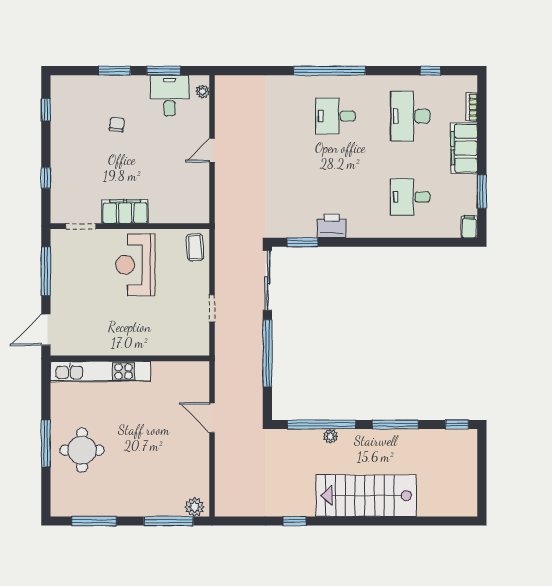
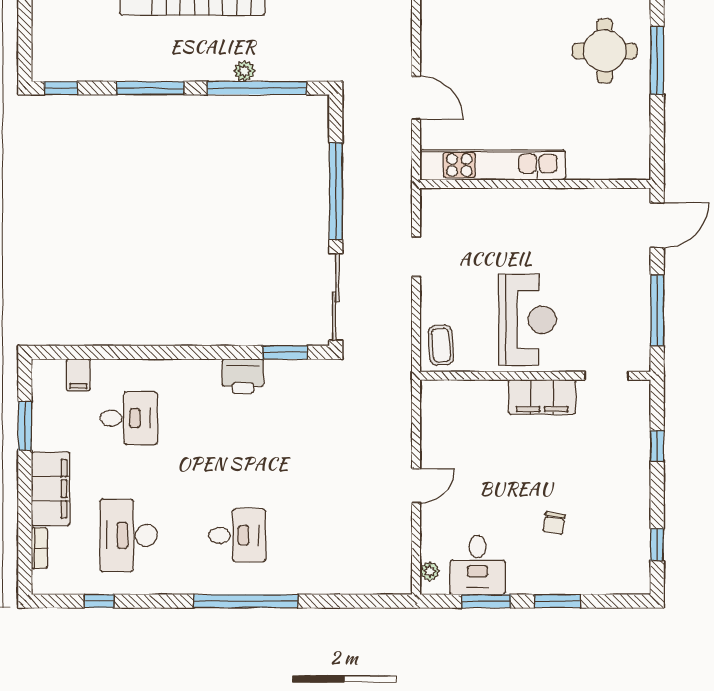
desk: (410, 116) -> (129, 535), turned 180
filing cabinet: (469, 227) -> (78, 375), moved
kitchen unit: (100, 371) -> (493, 165), moved

